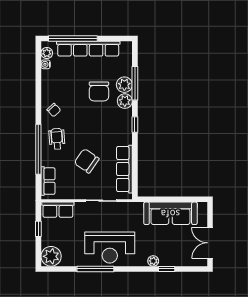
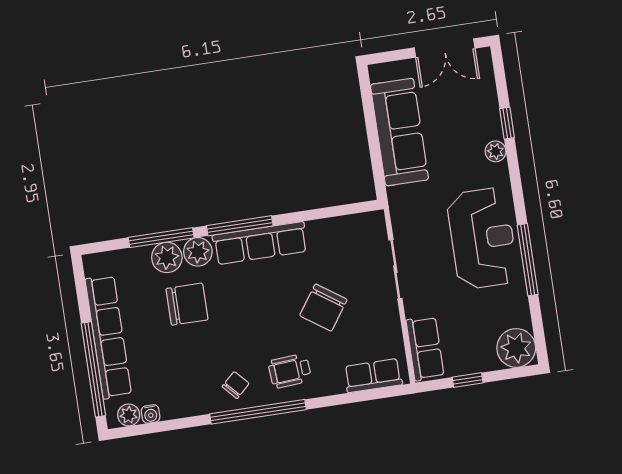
window: (135, 124) -> (240, 226), width x2.17
window: (38, 149) -> (258, 412), moved
row of seats: (124, 169) -> (260, 243), moved

